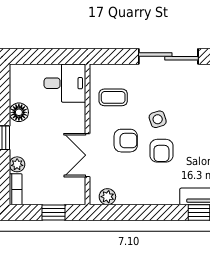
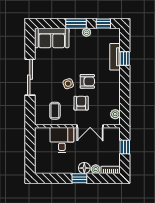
desk: (65, 83) -> (62, 140), moved
floor lamp: (19, 112) -> (84, 168), moved

